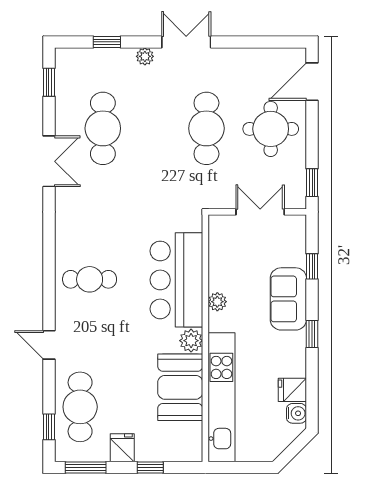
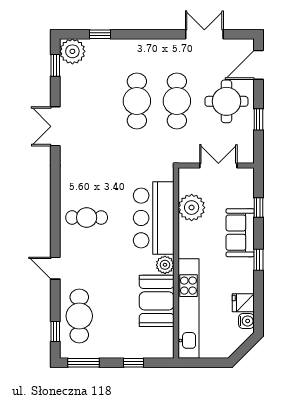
double door: (186, 42) -> (204, 34), moved
plant: (145, 56) -> (72, 51), moved, width x1.87, depth x1.87
cafe table: (103, 128) -> (137, 101), moved
double door: (49, 161) -> (55, 126), swing flipped
window: (312, 183) -> (258, 119), moved
plant: (217, 302) -> (192, 208), moved, width x1.87, depth x1.87
fridge: (122, 448) -> (112, 348), removed

